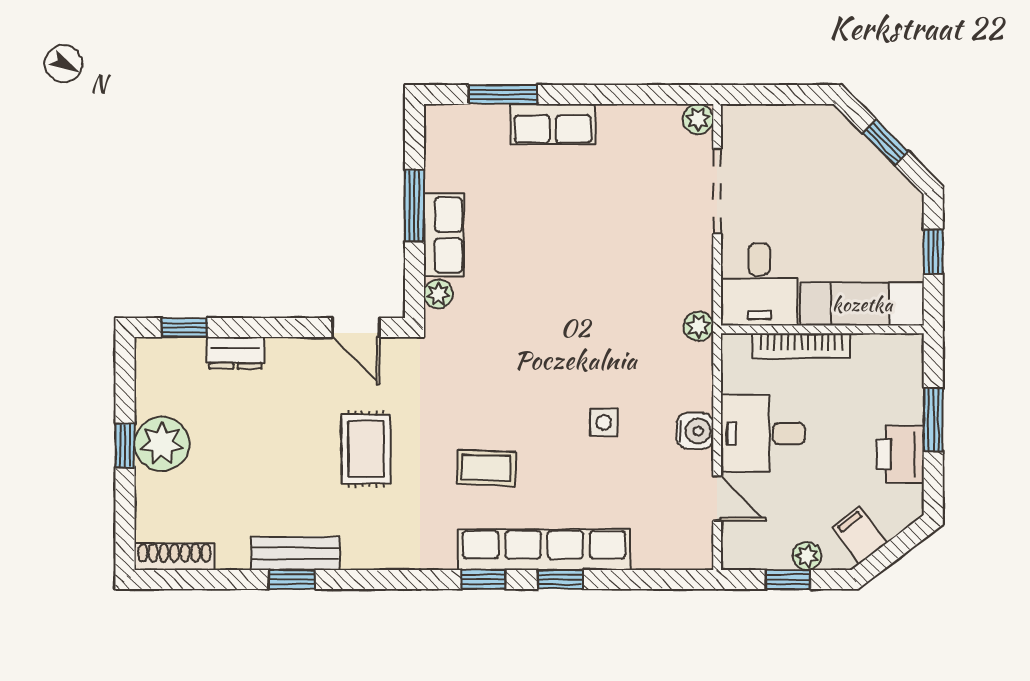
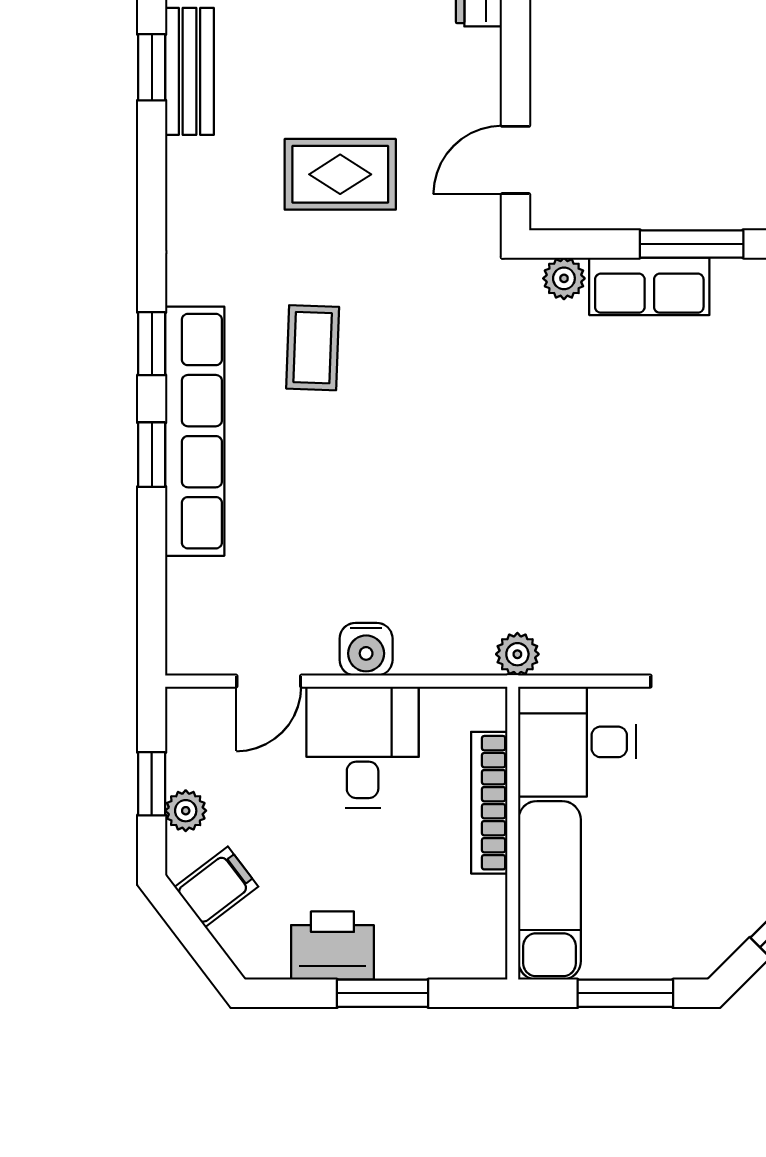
window: (933, 252) -> (625, 993), width x1.50
side table: (604, 423) -> (378, 517), removed

